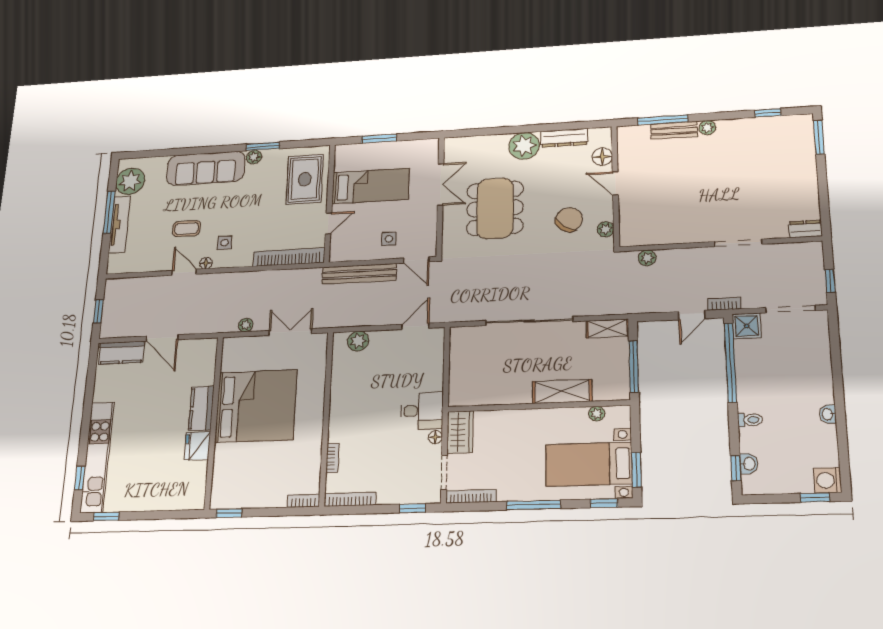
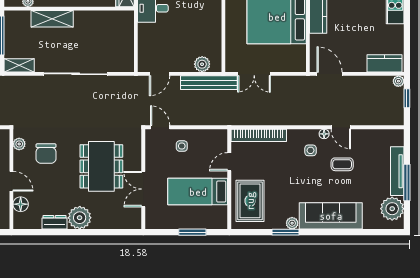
dresser: (564, 138) -> (54, 222), width x0.70
chair: (569, 220) -> (46, 154), turned -36
bench: (359, 274) -> (209, 83), moved
plant: (246, 325) -> (398, 81), moved
door: (162, 338) -> (330, 74), moved

